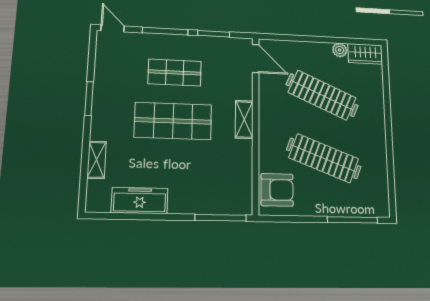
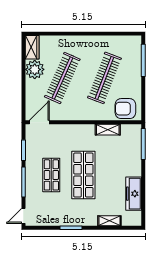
plant: (340, 50) -> (35, 69), width x1.88, depth x1.88
shelving: (244, 119) -> (108, 130), moved
armchair: (277, 190) -> (125, 109), turned -90

